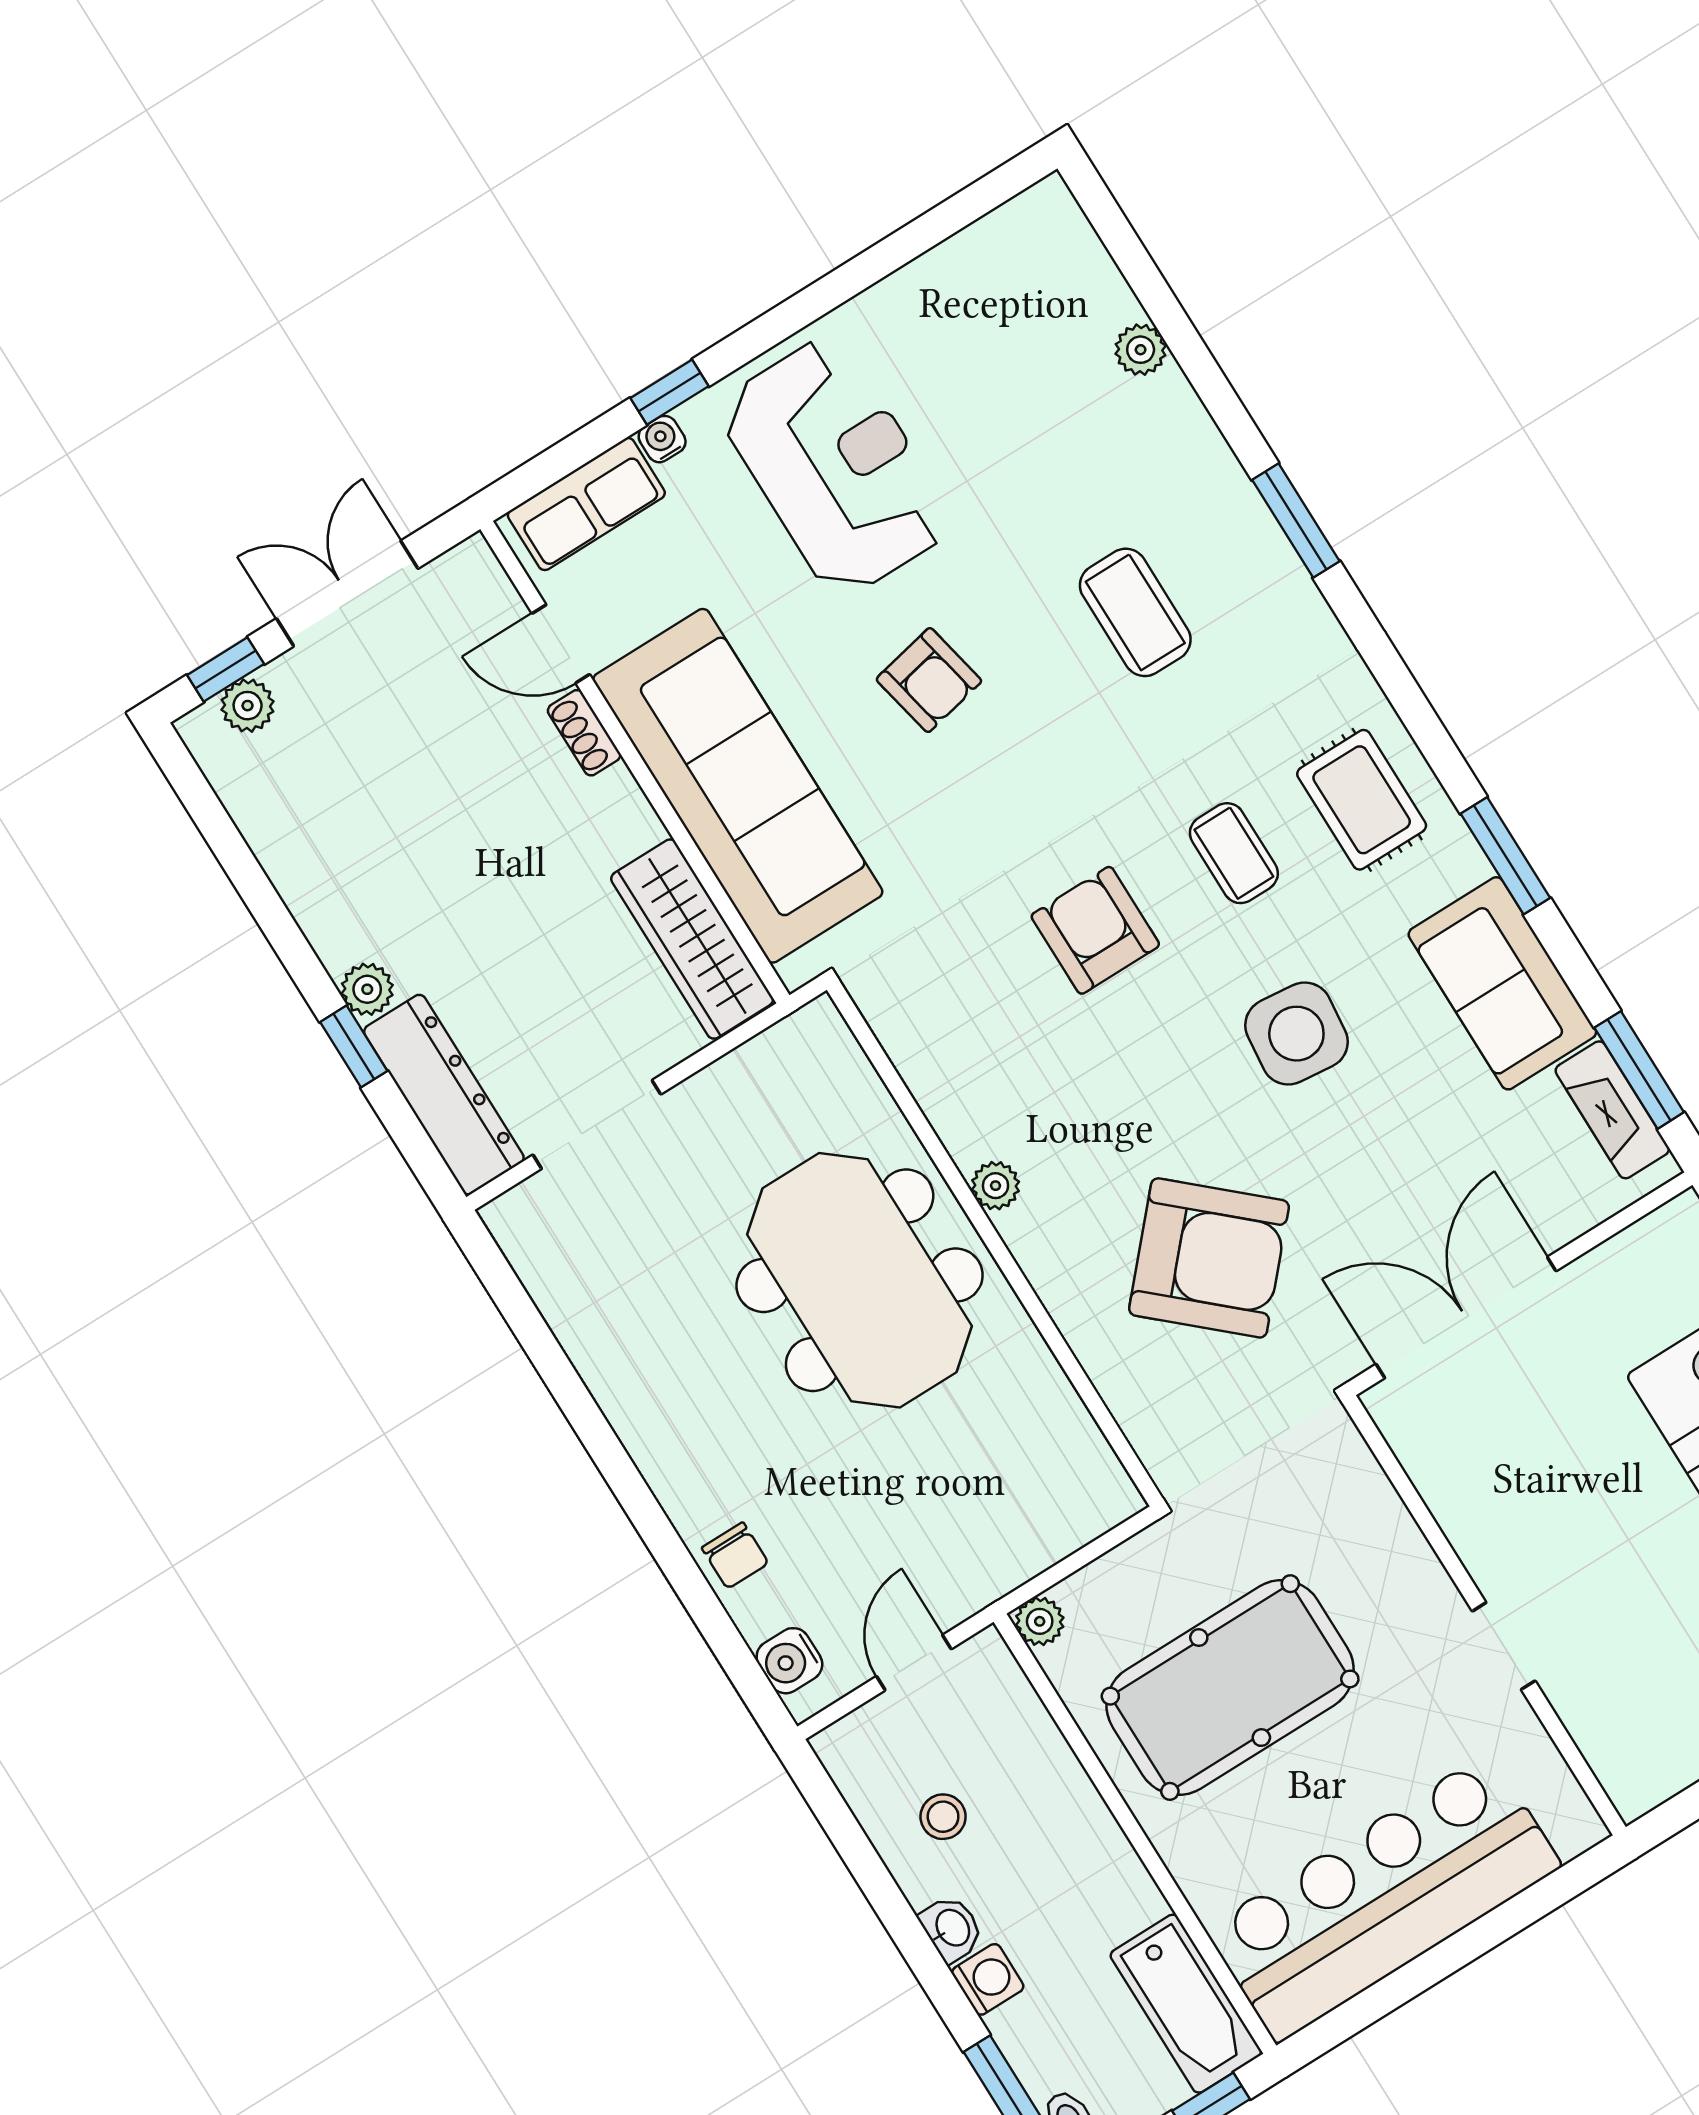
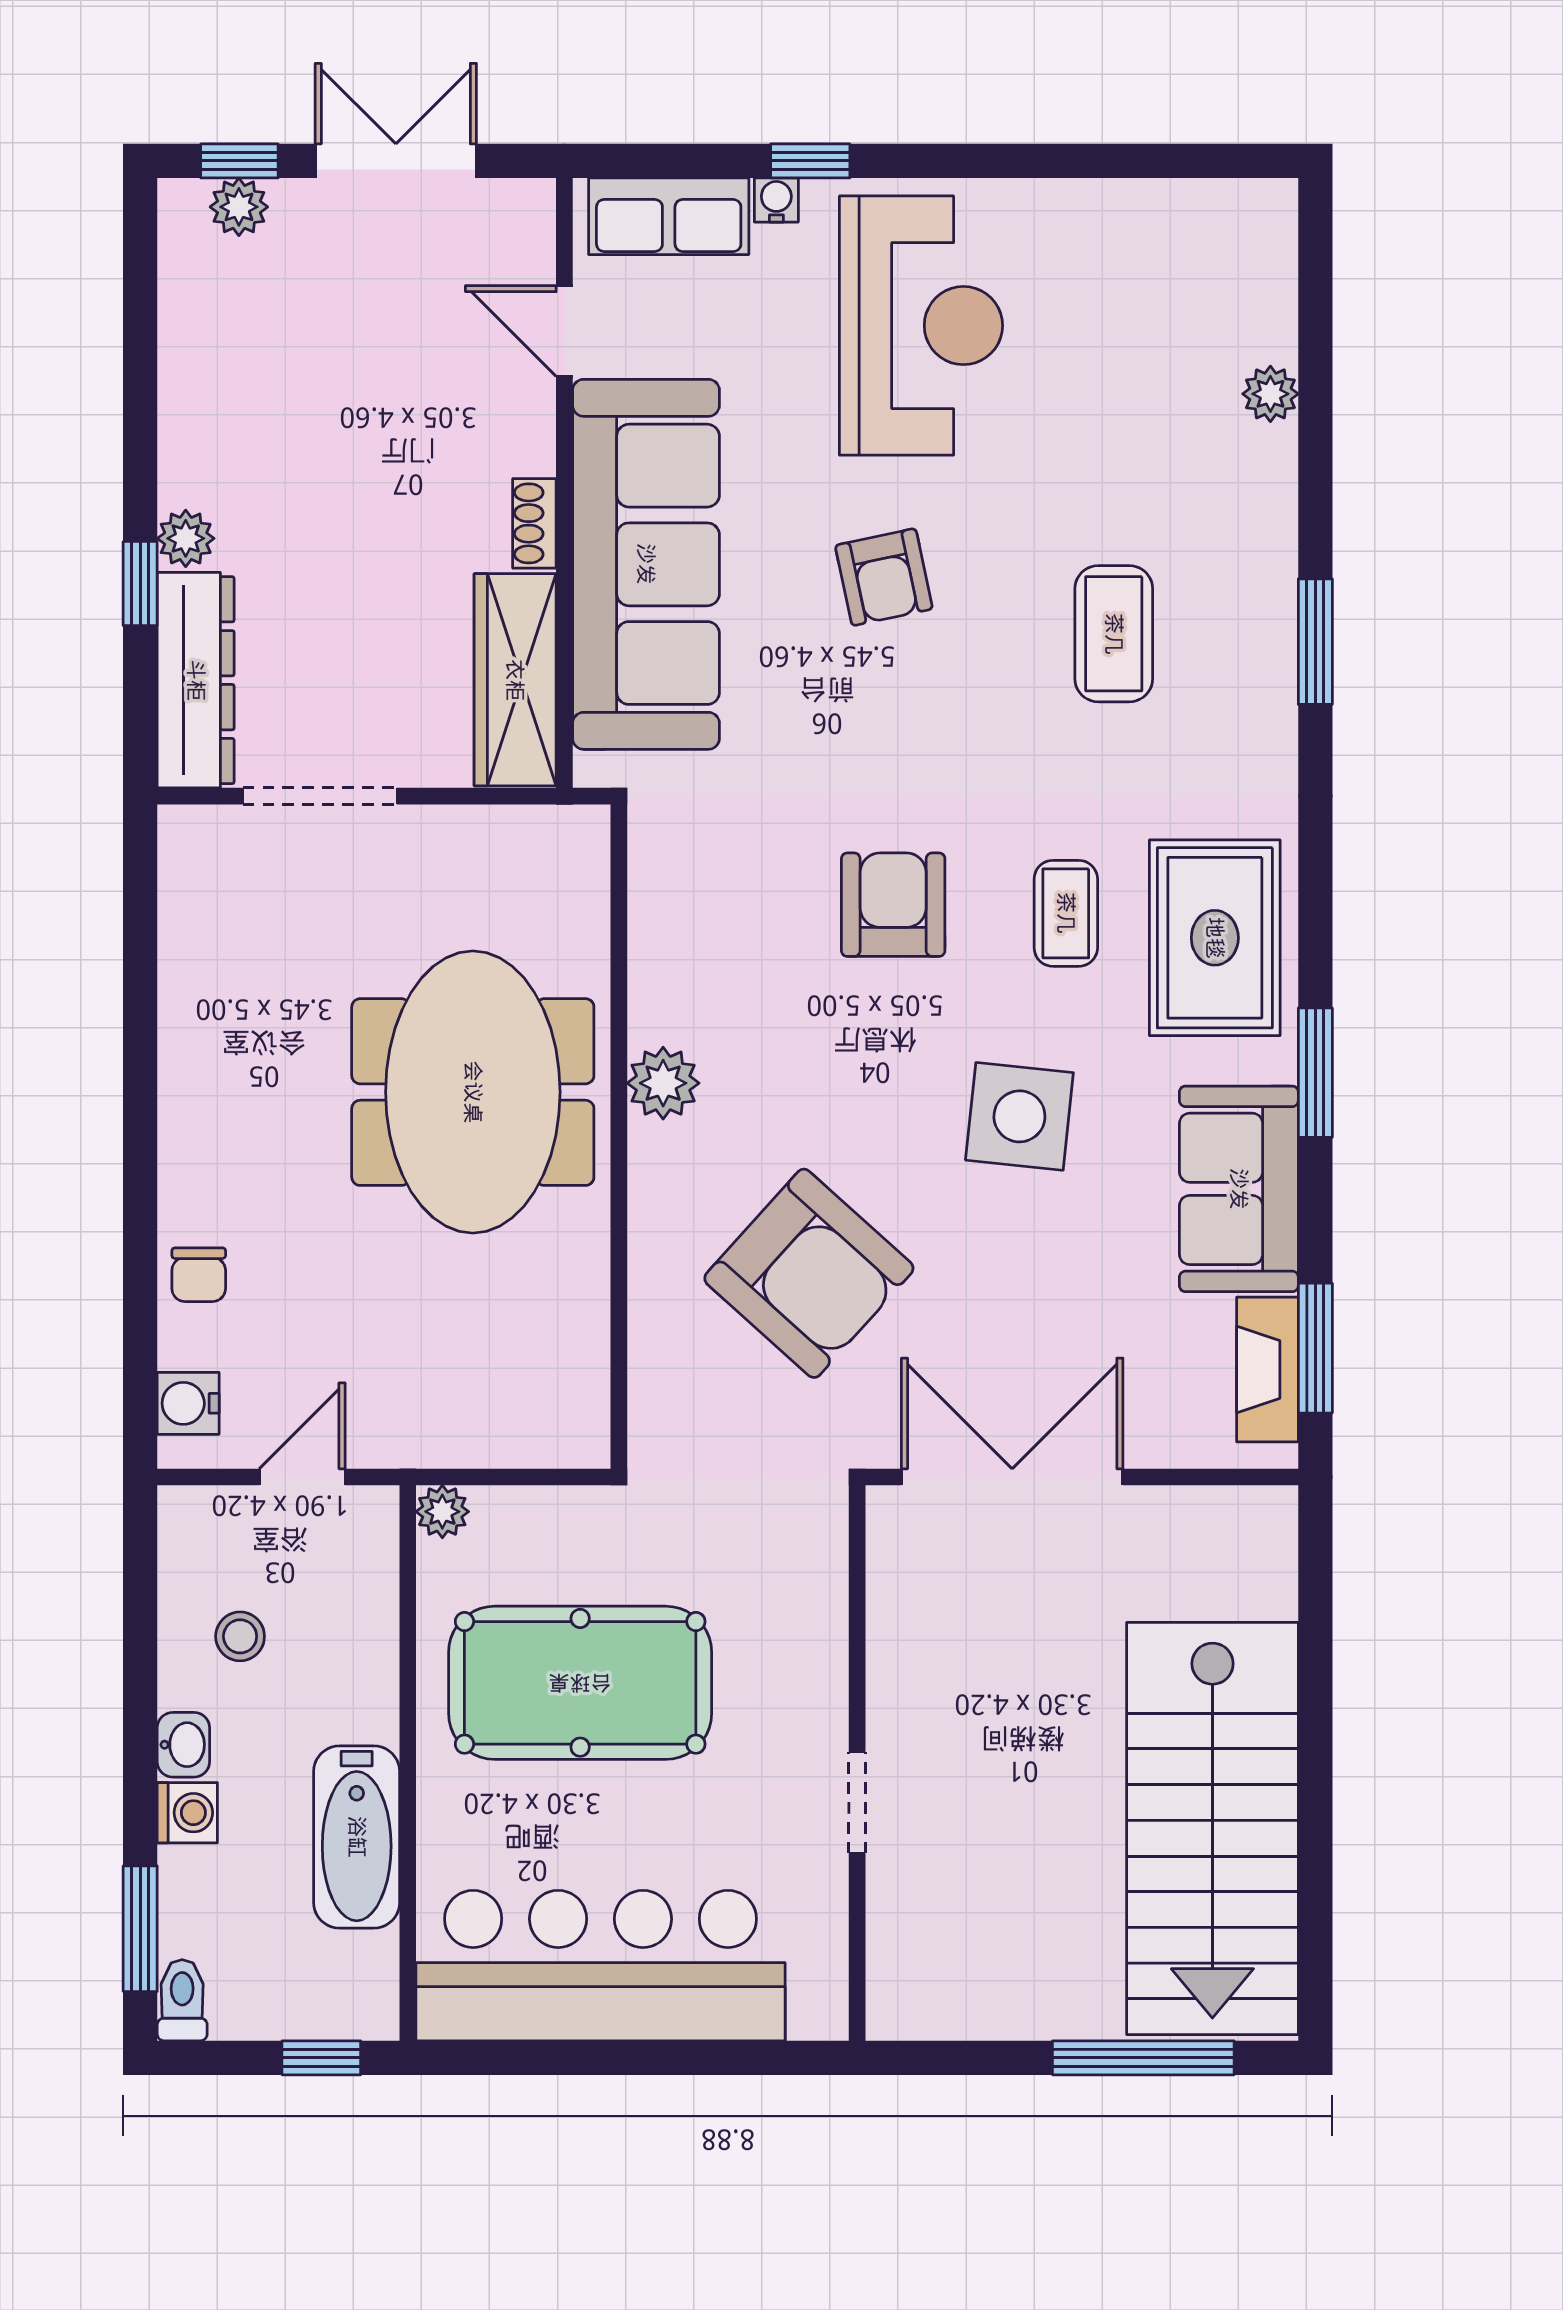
shoe rack: (584, 733) -> (534, 523), moved
rug: (1362, 800) -> (1215, 938), width x1.36, depth x1.43
plant: (995, 1186) -> (663, 1083), width x1.38, depth x1.38
bathtub: (1186, 2004) -> (357, 1837), moved

